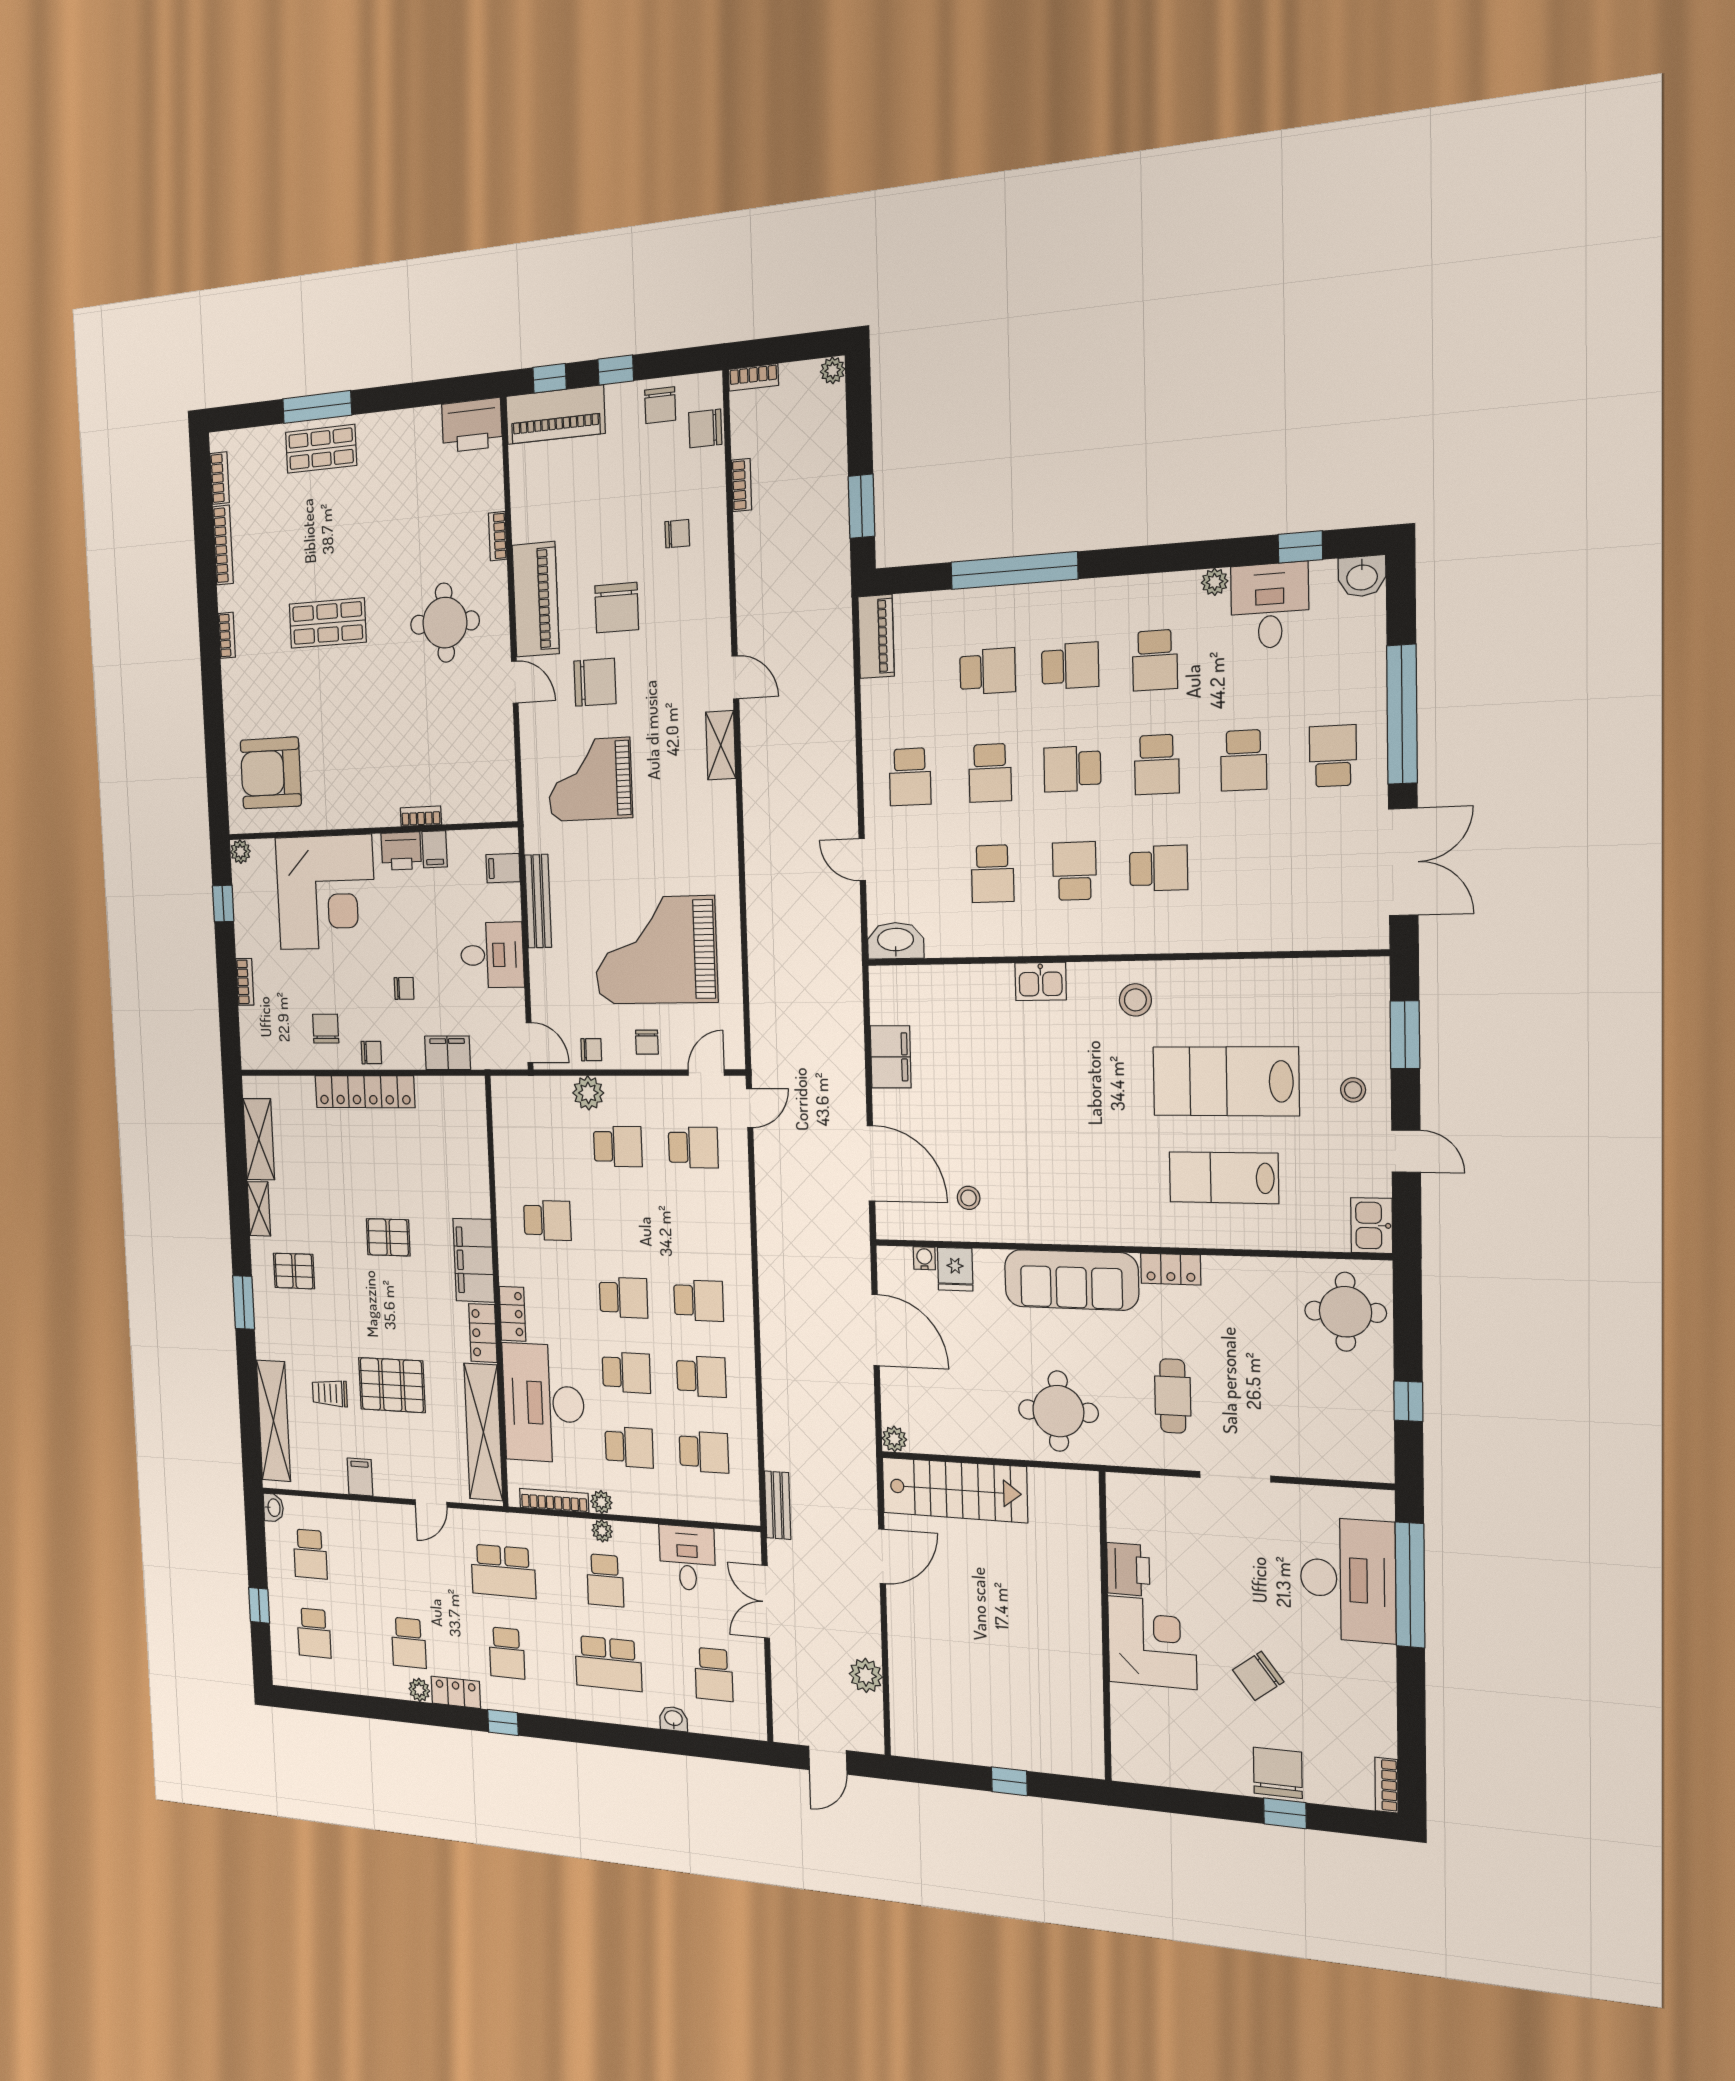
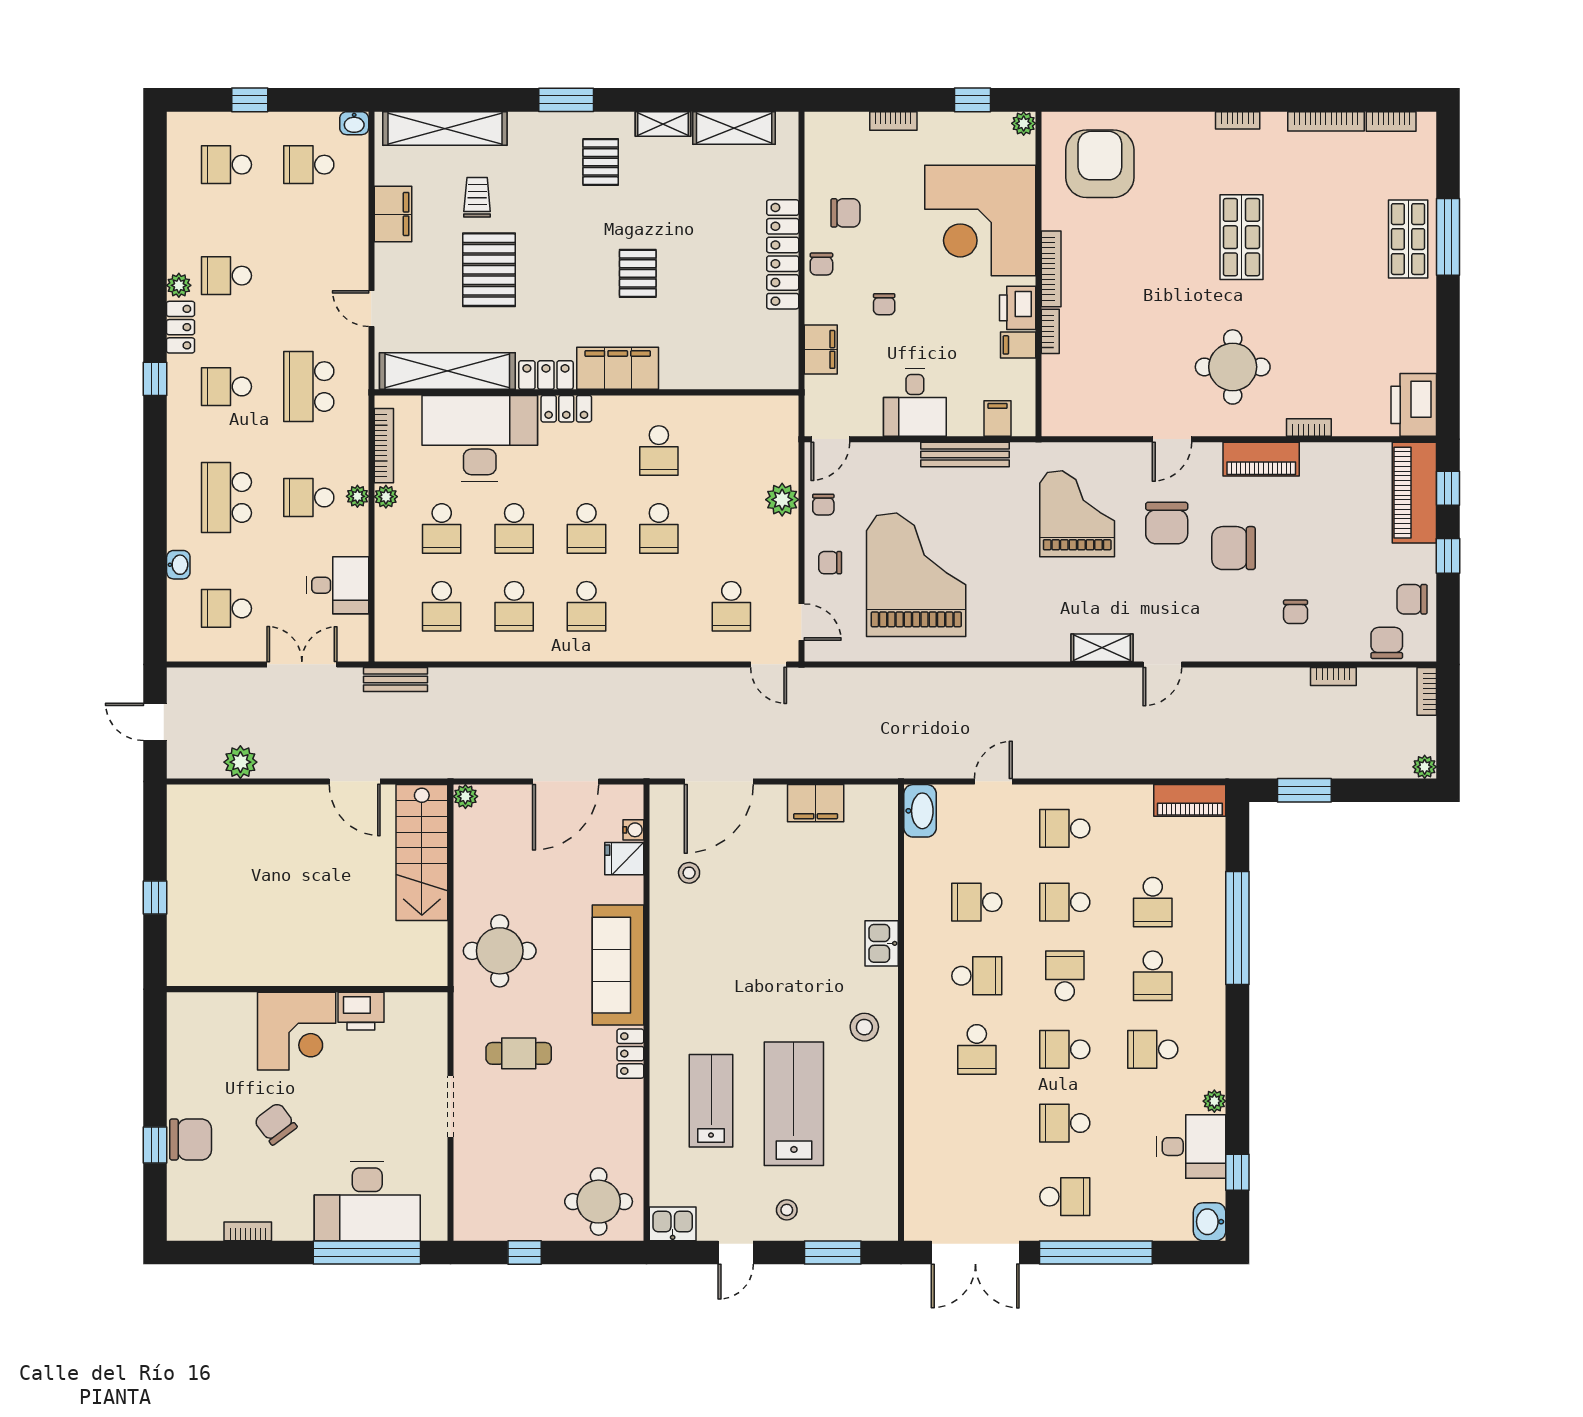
piano: (536, 599) -> (1261, 459), width x0.73, depth x0.75
bookcase: (365, 818) -> (1051, 269), added
school desk: (618, 1146) -> (659, 528), moved
filing cabinet: (360, 1477) -> (393, 214), width x2.00
bookcase: (1386, 1785) -> (248, 1231), moved

